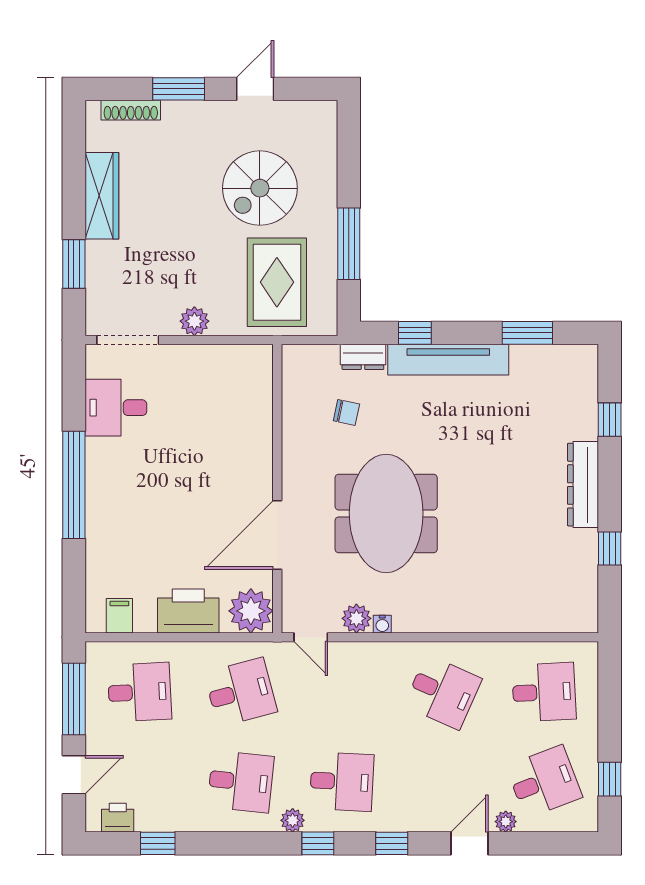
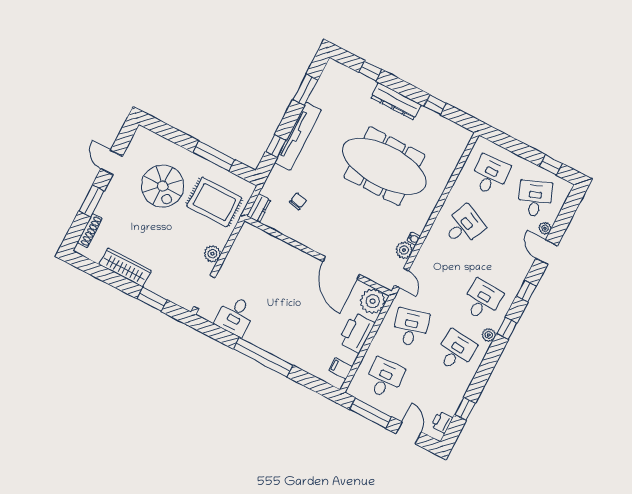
dresser: (363, 357) -> (259, 208), moved
meeting table: (386, 513) -> (384, 166), moved, width x1.36
door: (311, 637) -> (402, 278), hinge flipped

